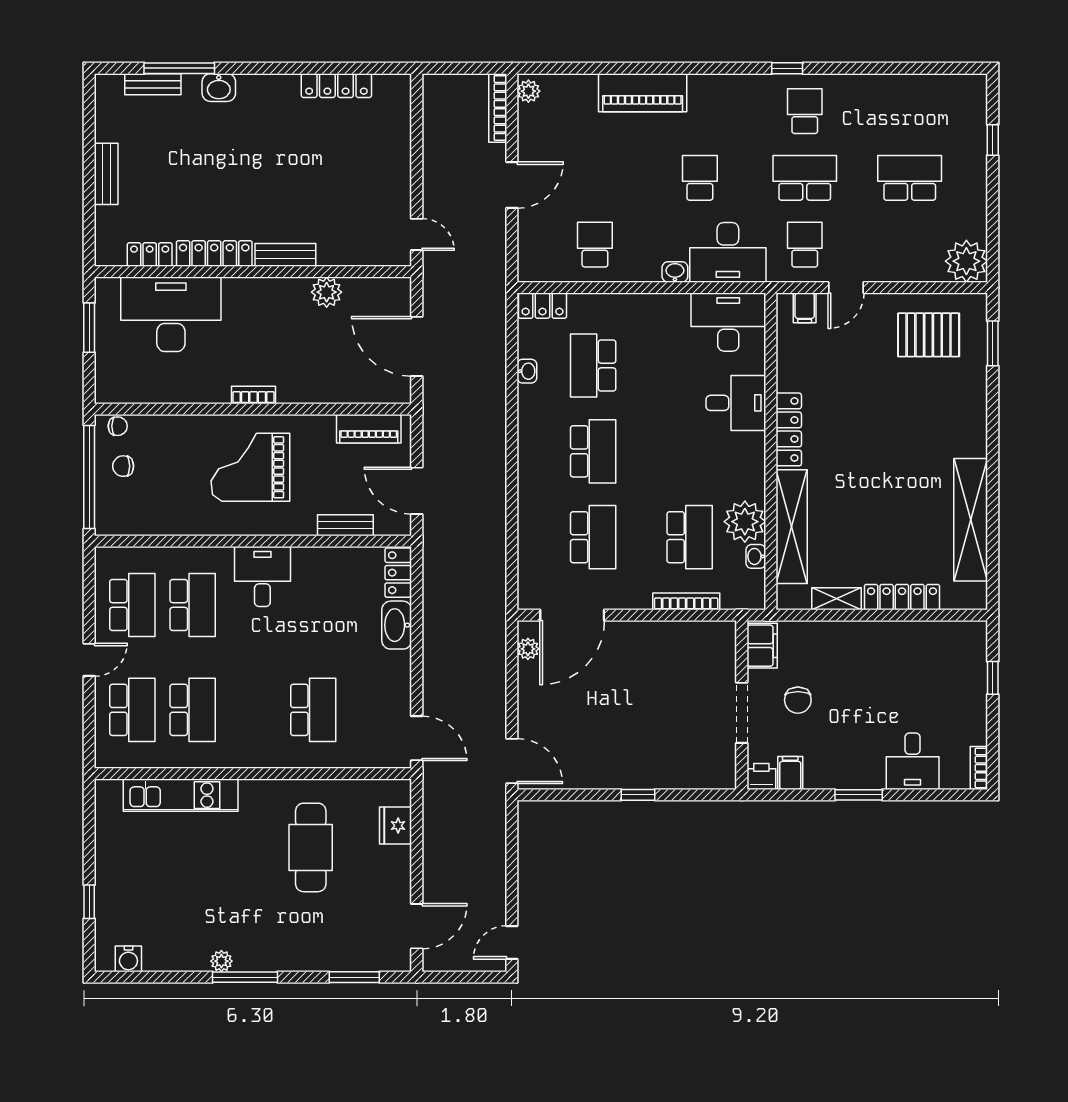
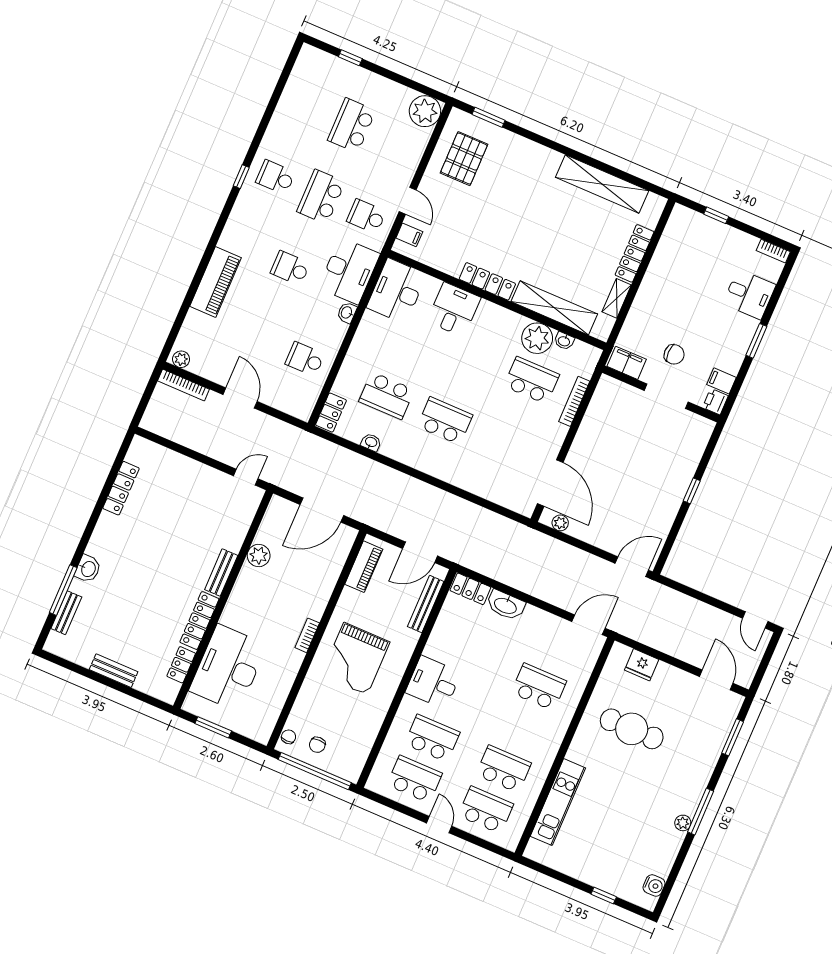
bench: (345, 525) -> (426, 604), width x1.36
school desk: (593, 537) -> (503, 446), removed

